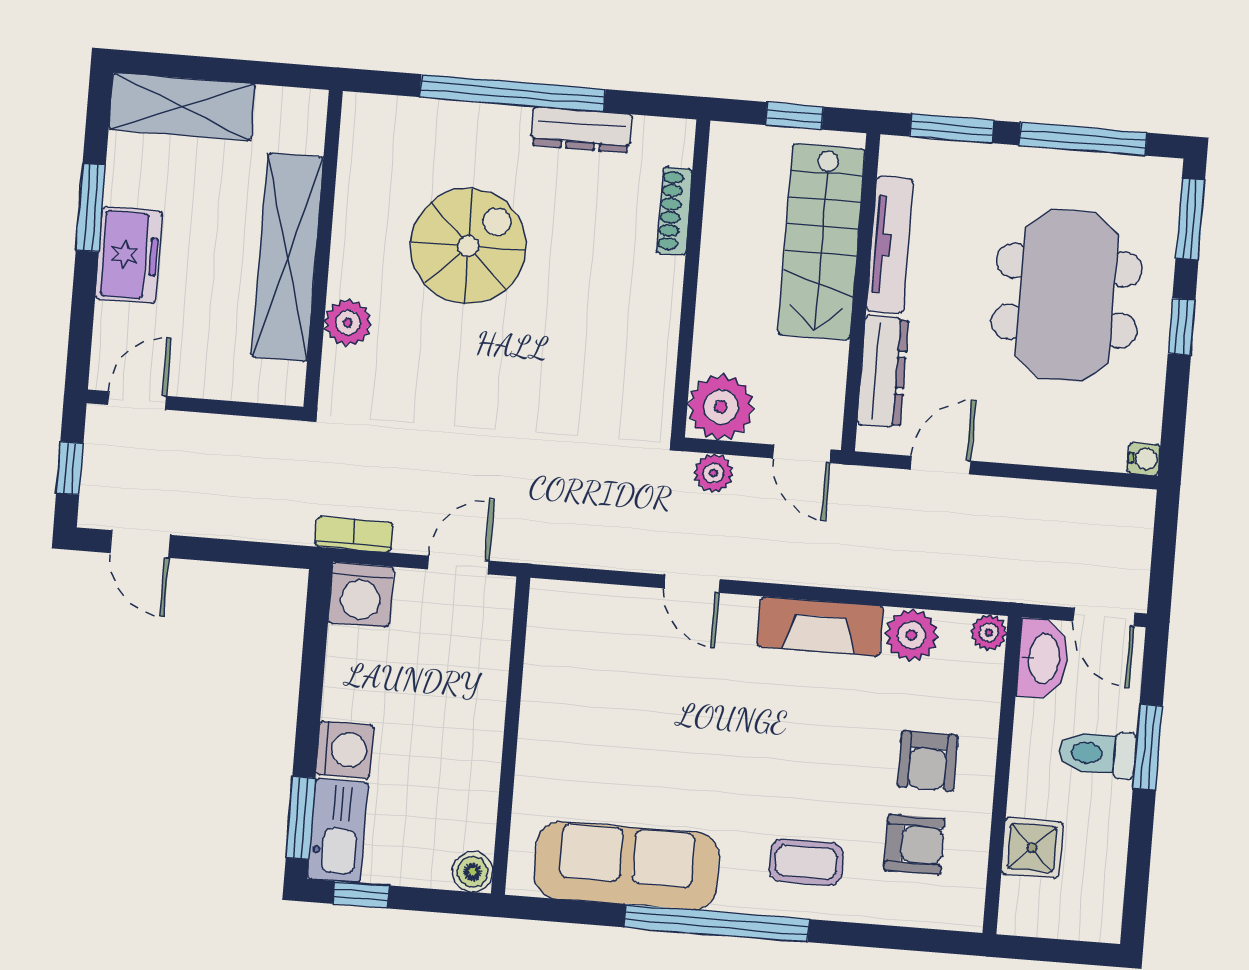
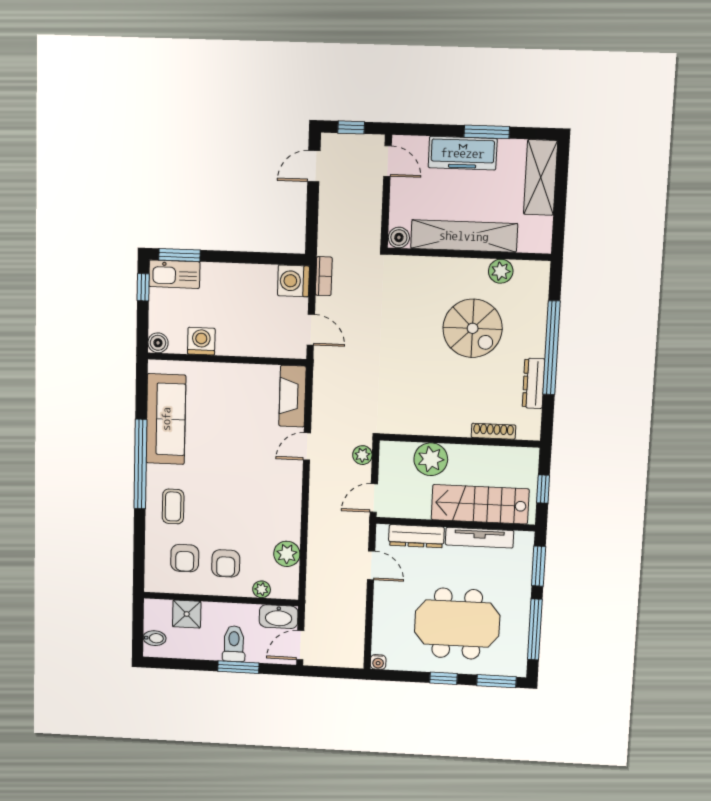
freezer: (129, 255) -> (463, 153), width x1.40
plant: (348, 323) -> (501, 271), moved
boiler: (285, 384) -> (399, 238), added
plant: (721, 407) -> (431, 459), moved
fireplace: (820, 626) -> (292, 396), moved
plant: (989, 632) -> (262, 589), moved
washing machine: (345, 750) -> (201, 341), moved, turned 180
armchair: (928, 761) -> (226, 563), turned -90
bidet: (1081, 917) -> (155, 638), added

